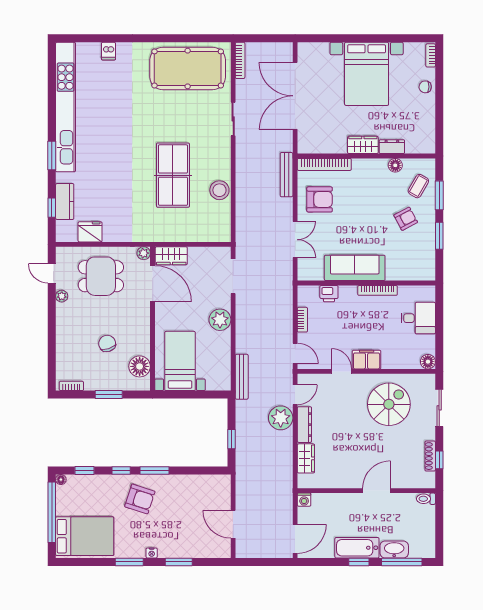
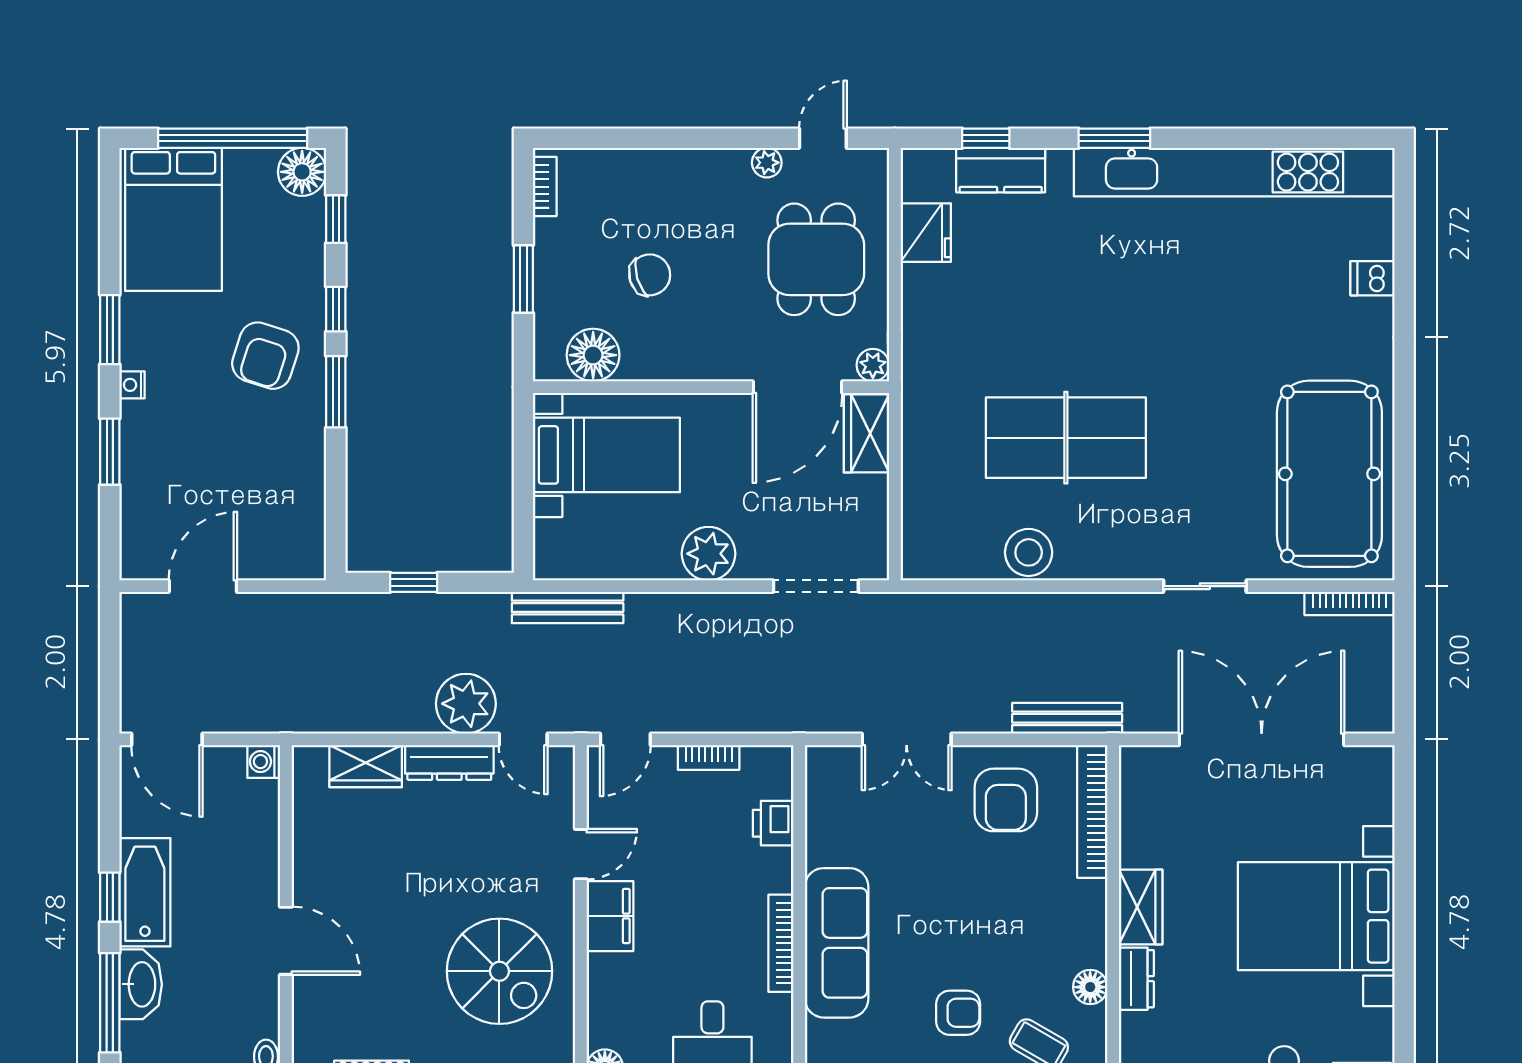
armchair: (406, 219) -> (958, 1013), turned -62
sofa: (355, 268) -> (837, 943), moved
floor lamp: (61, 480) -> (302, 172), width x1.89, depth x1.89

